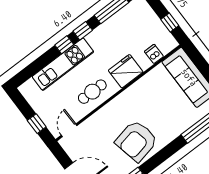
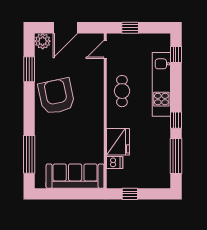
window: (64, 45) -> (176, 55), moved
fridge: (126, 71) -> (118, 142), moved
door: (69, 130) -> (105, 49), swing flipped

